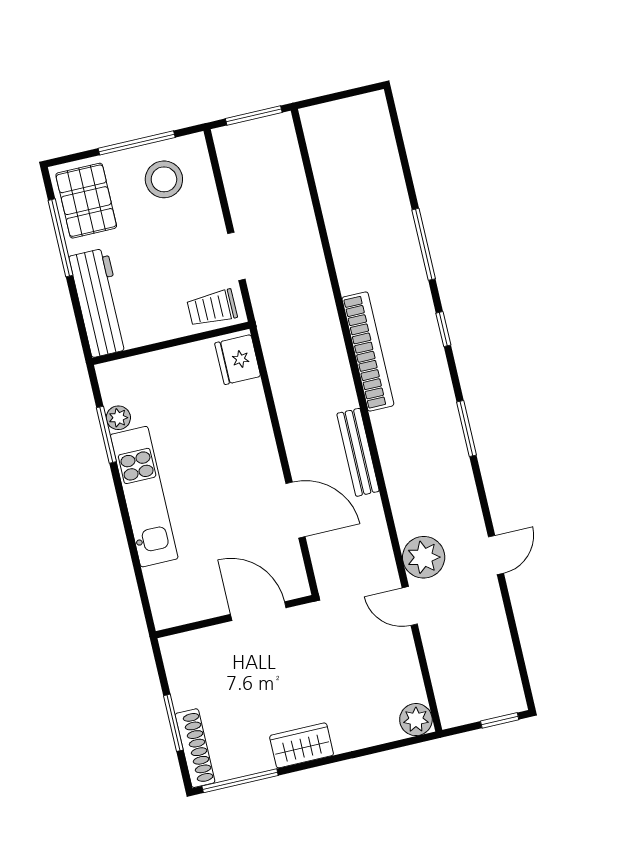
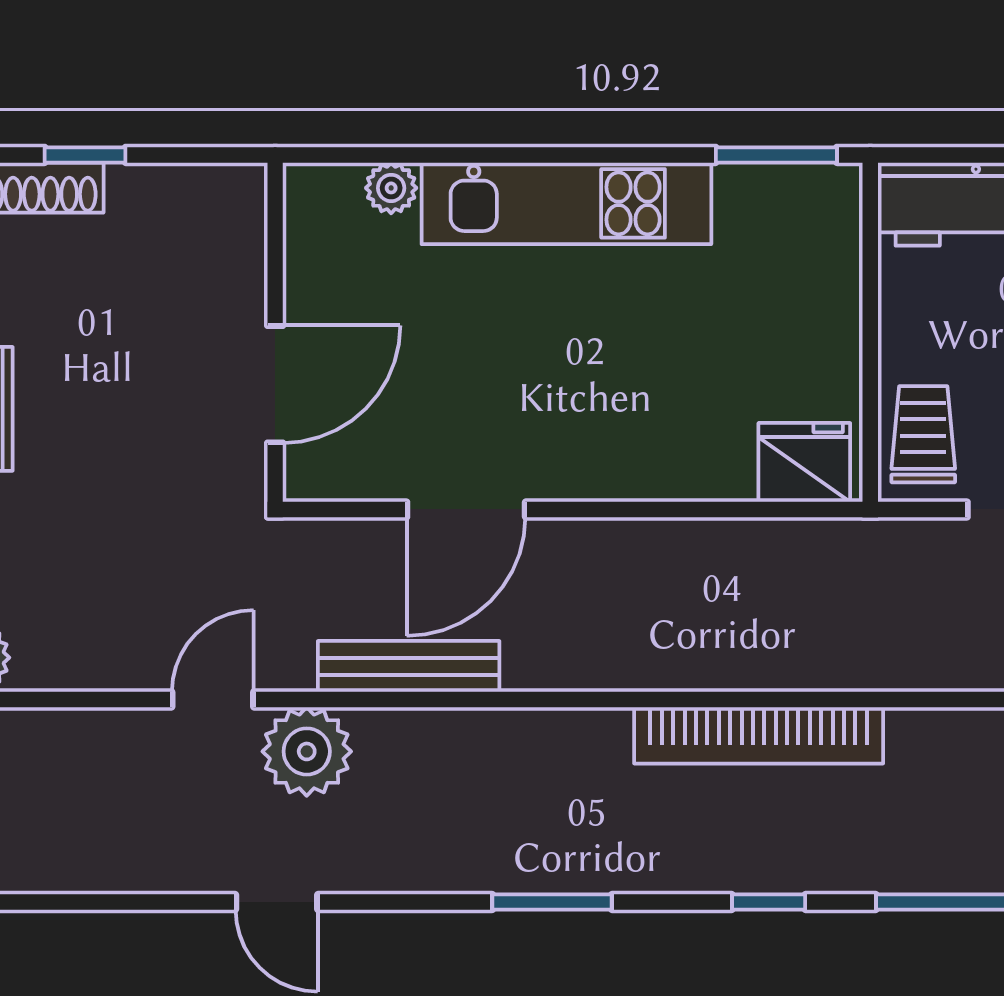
plant: (118, 418) -> (391, 188), moved
window: (106, 435) -> (776, 155), moved
bench: (358, 452) -> (409, 666), moved
window: (173, 723) -> (85, 155), width x0.67

